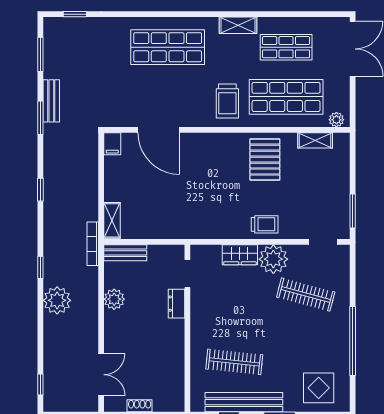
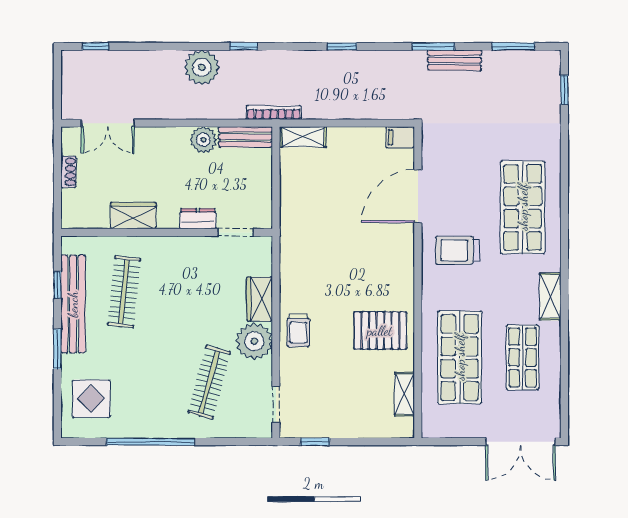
trolley: (227, 101) -> (457, 250), moved
plant: (336, 120) -> (431, 421), removed
window: (353, 211) -> (315, 442), width x0.67
bench: (125, 253) -> (245, 137), moved, turned 90
wardrobe: (174, 355) -> (133, 216), added

